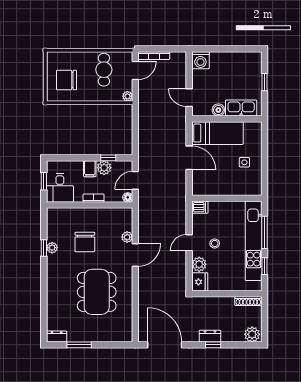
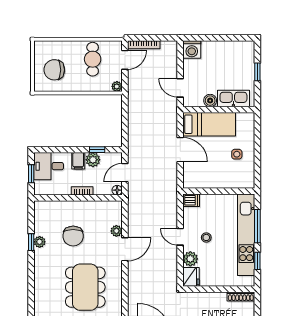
desk: (60, 188) -> (49, 166), moved, turned 90
door: (189, 243) -> (180, 237), hinge flipped

